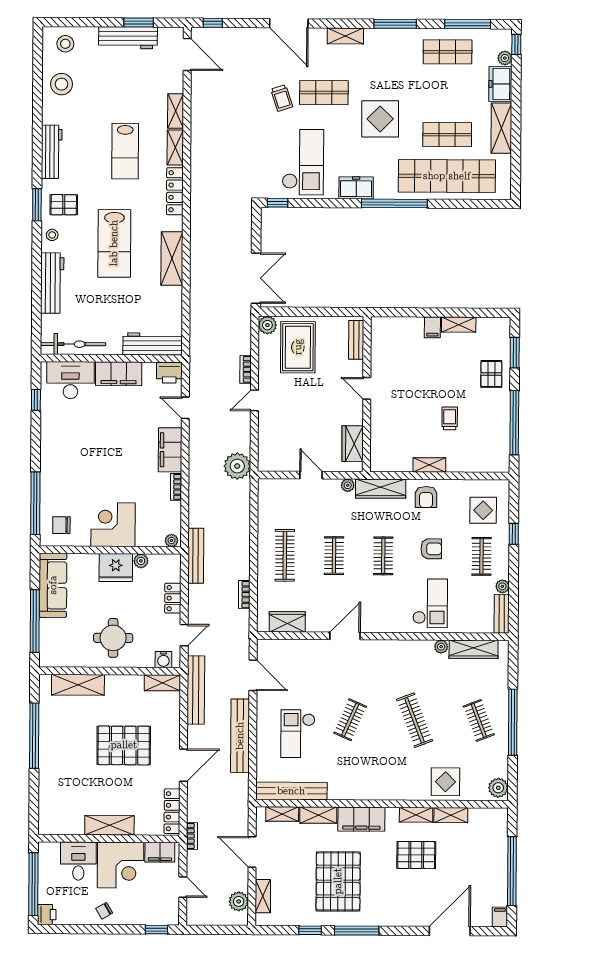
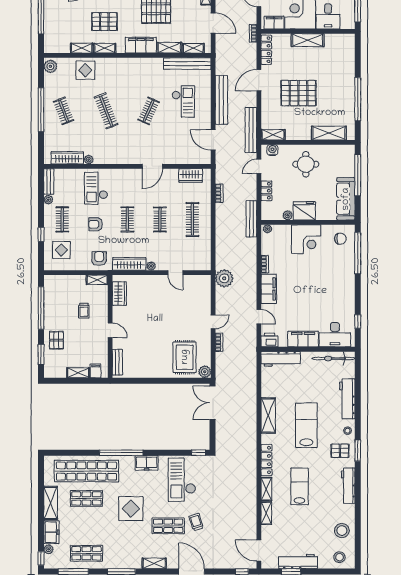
bench: (356, 340) -> (117, 362), moved
door: (367, 388) -> (110, 330), moved
wall: (367, 394) -> (110, 326), moved
wardrobe: (353, 444) -> (119, 294), moved

